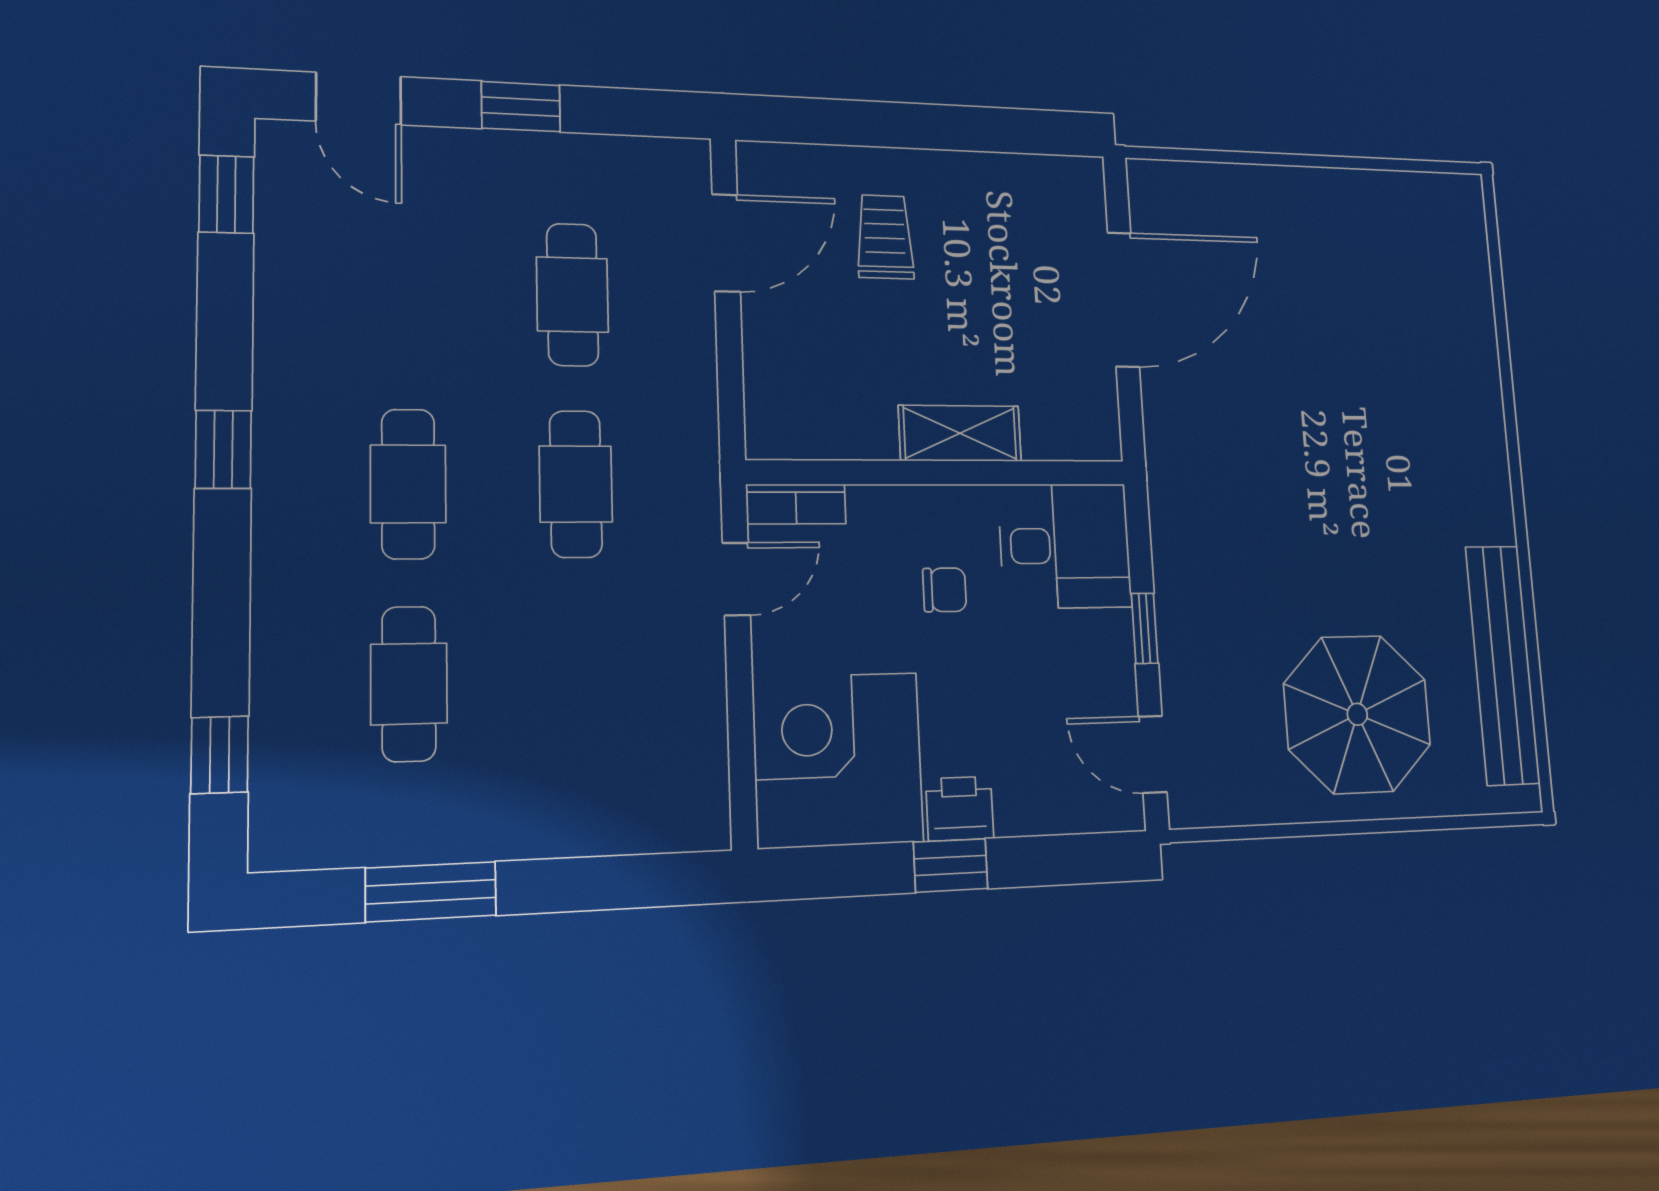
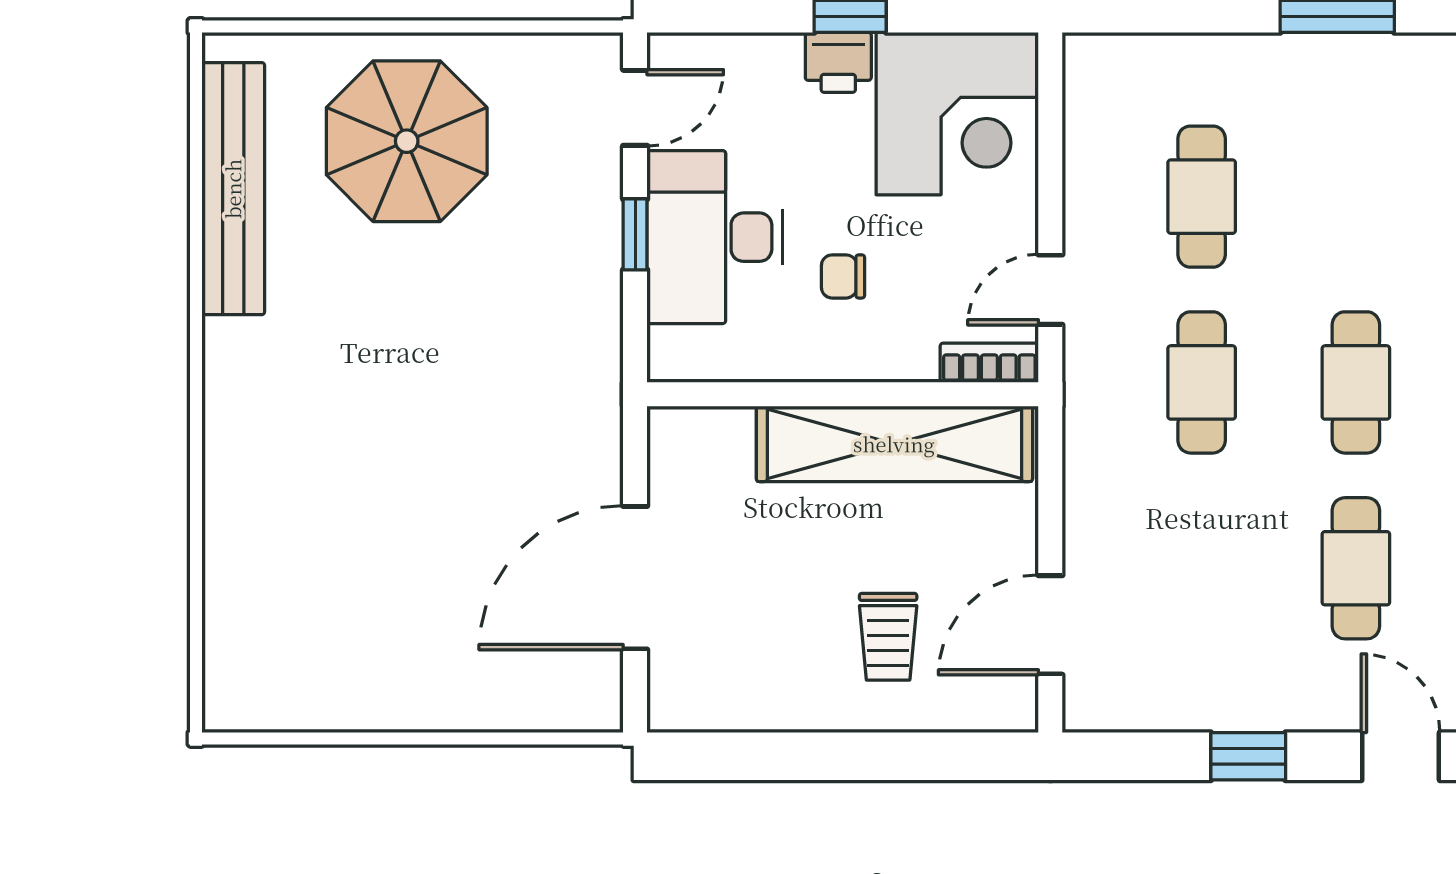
cafe table: (572, 295) -> (1356, 568), moved
shelving: (960, 433) -> (894, 444), width x2.20, depth x1.33
desk: (1065, 546) -> (715, 237), moved, width x1.37
cafe table: (409, 684) -> (1202, 197), moved
door: (1153, 754) -> (635, 108), hinge flipped

